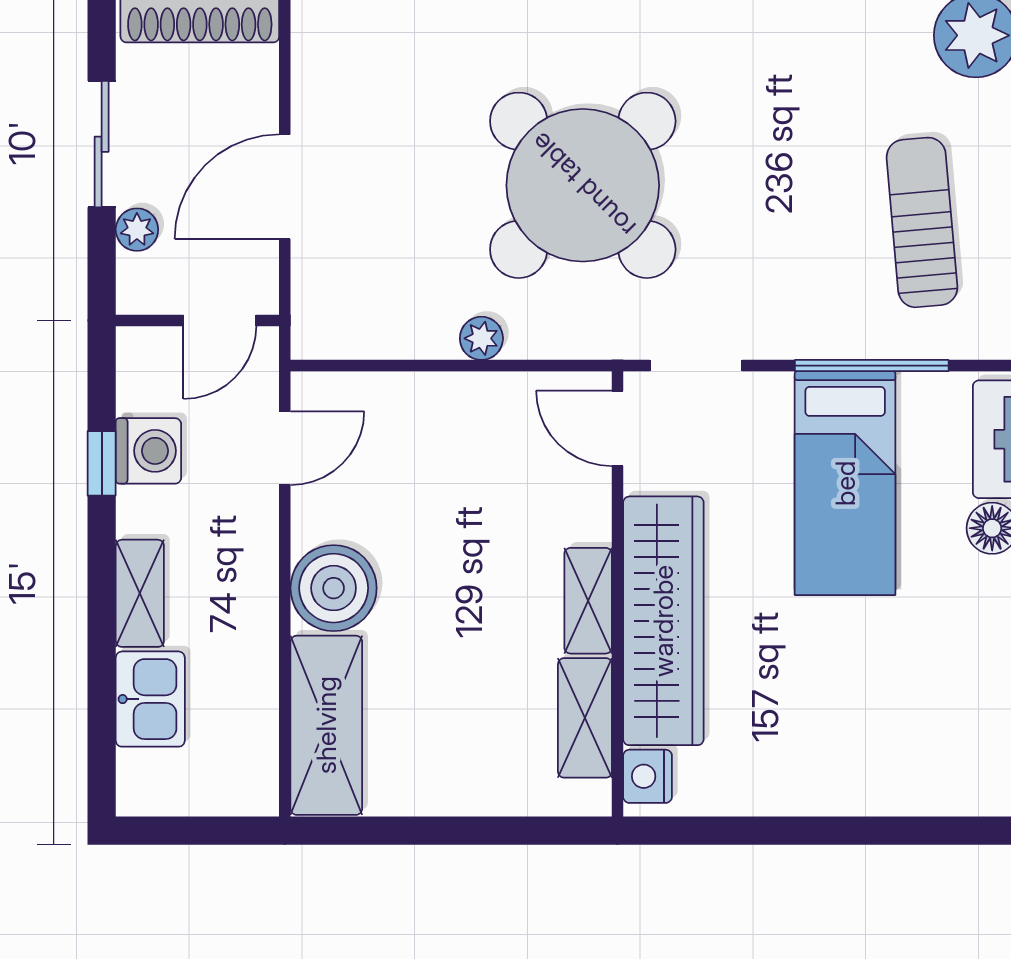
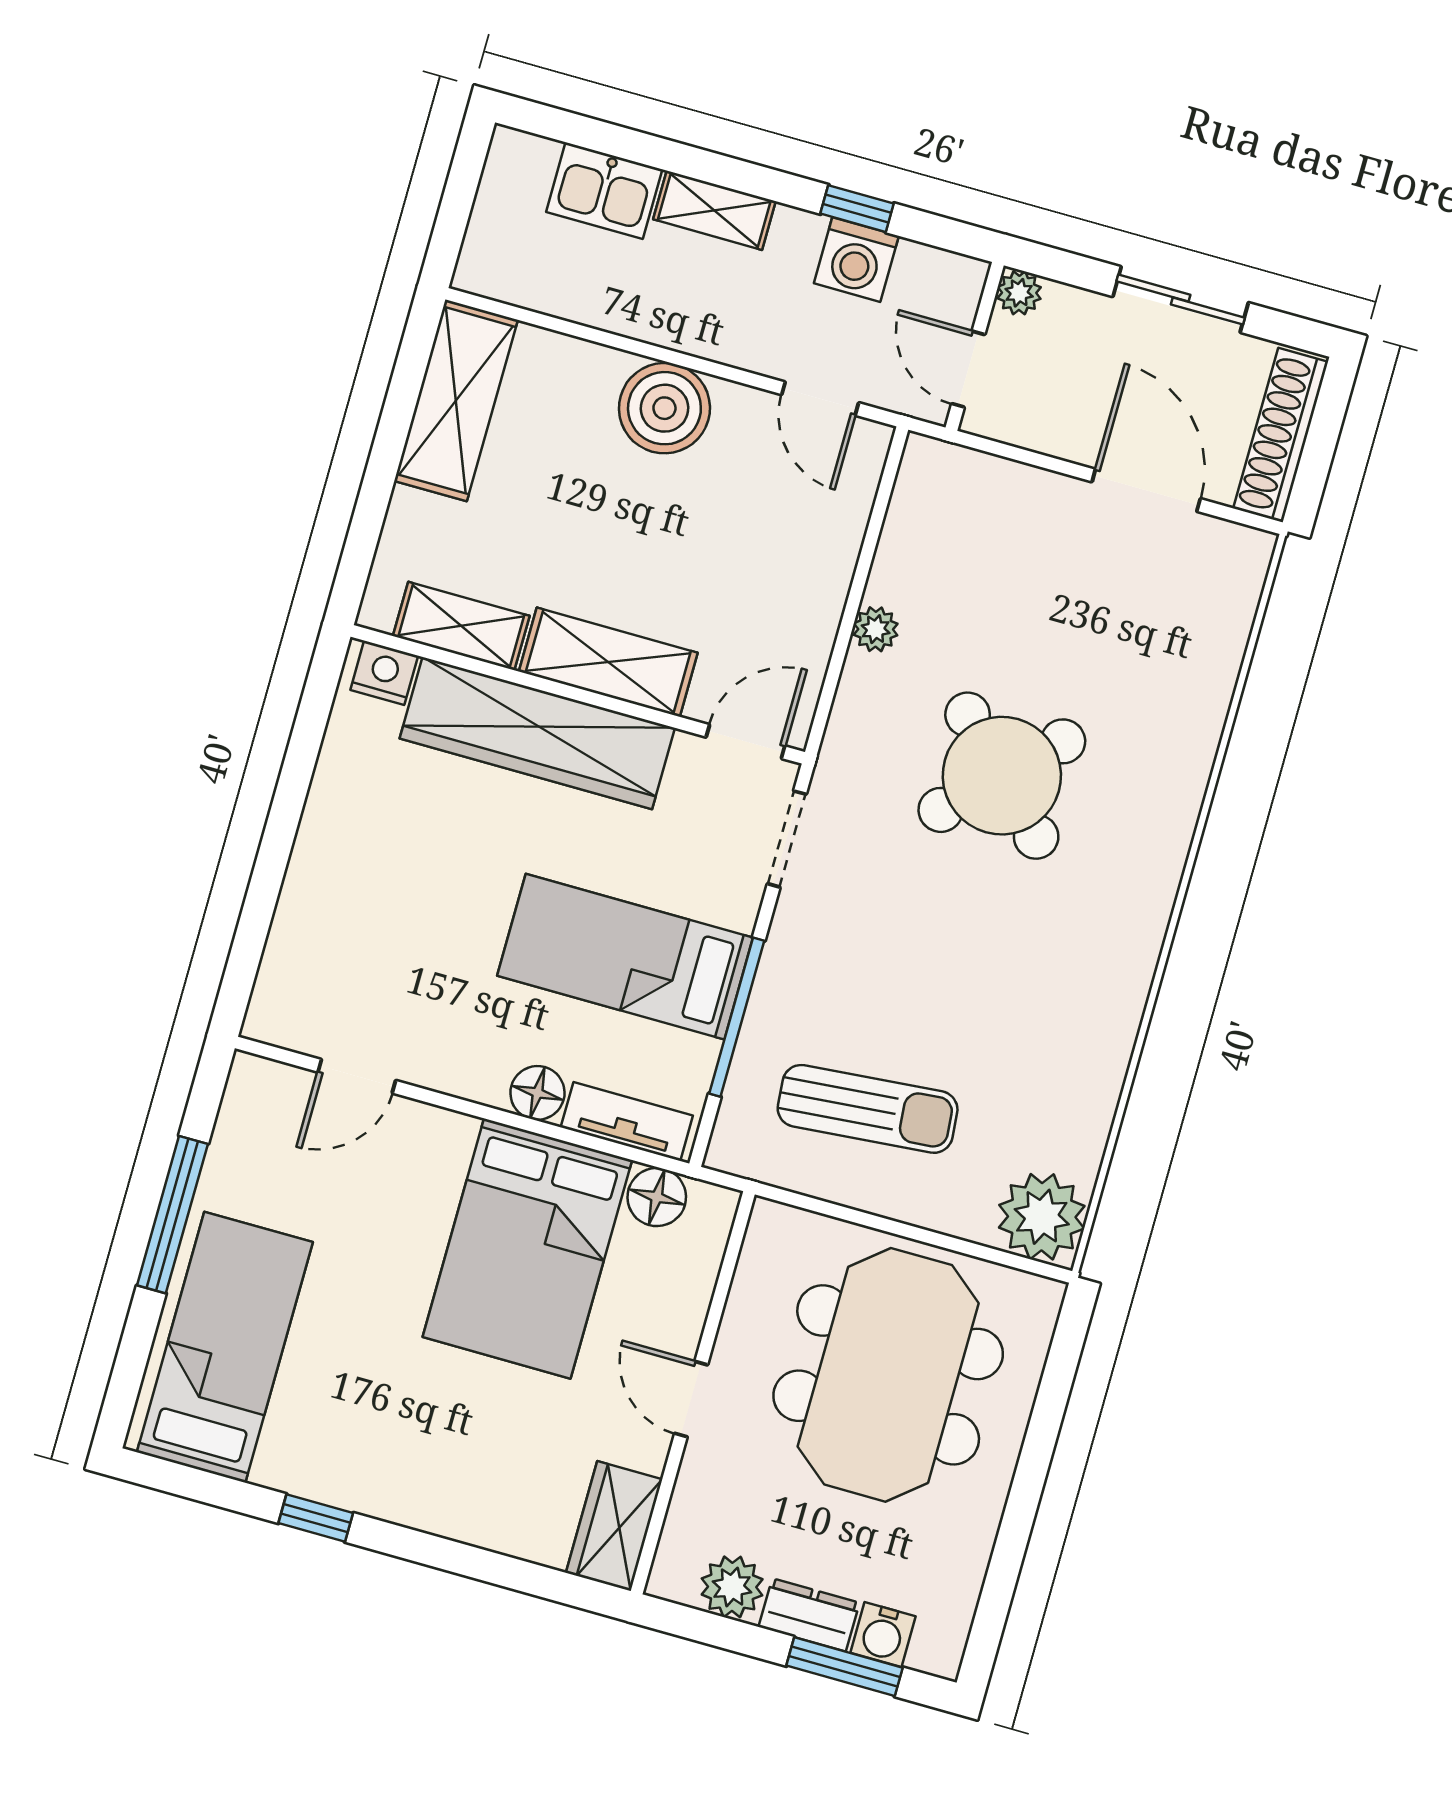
round table: (583, 185) -> (1002, 776), width x0.73, depth x0.73
door: (285, 187) -> (1146, 490), moved
plant: (137, 230) -> (1019, 293), moved
shelving: (588, 601) -> (608, 662), width x1.50, depth x1.33
shelving: (326, 725) -> (456, 400), moved, turned 90

